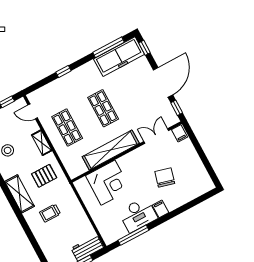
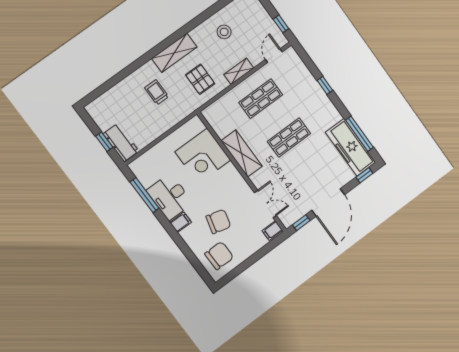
door: (163, 82) -> (328, 202), hinge flipped
shelving: (111, 150) -> (242, 153), width x0.68
chair: (193, 181) -> (219, 256), added

